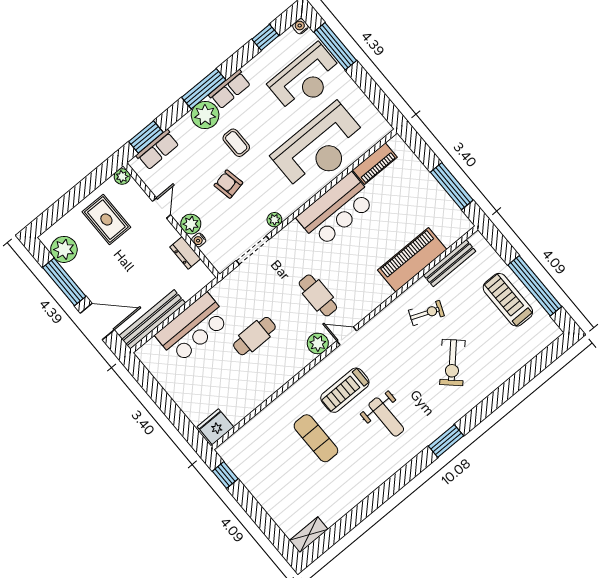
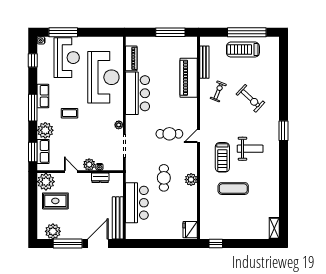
plant: (205, 115) -> (45, 130), moved
plant: (122, 177) -> (46, 182), width x1.88, depth x1.88
armchair: (228, 184) -> (85, 132), removed
plant: (318, 343) -> (191, 180), moved

